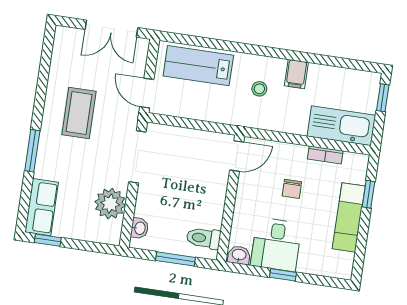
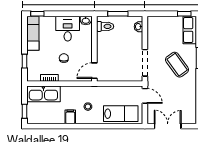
coffee table: (79, 113) -> (177, 65), moved, turned -36
plant: (110, 204) -> (155, 37), removed
exam couch: (349, 217) -> (33, 33), moved
window: (283, 275) -> (37, 14), moved

